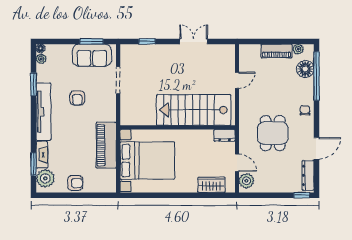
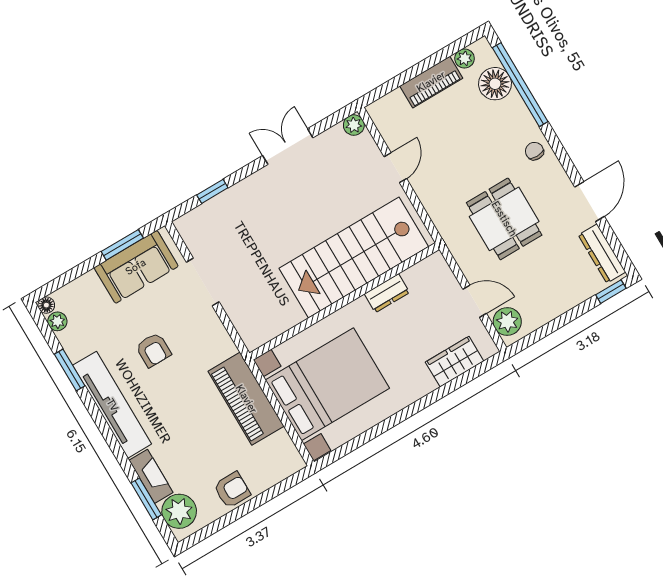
plant: (230, 50) -> (354, 125), added
dresser: (225, 135) -> (387, 293), moved

